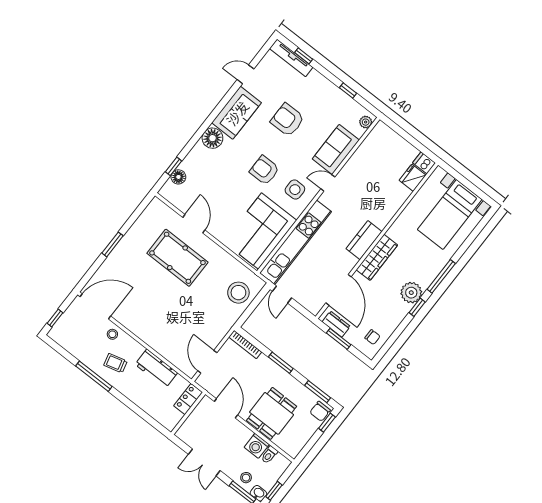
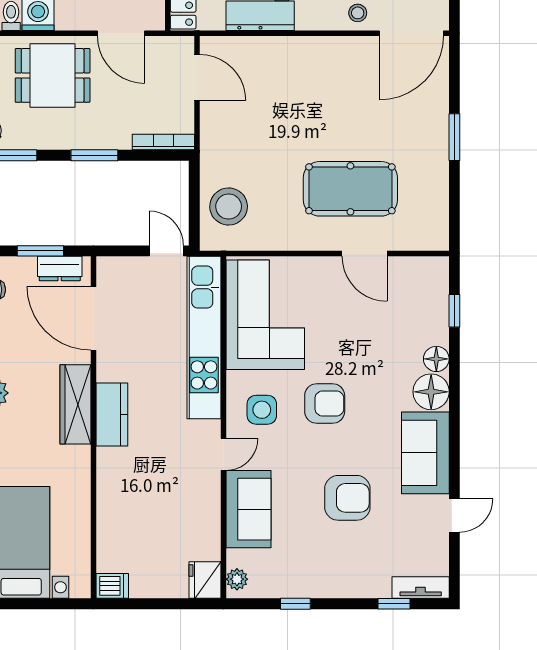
tv unit: (291, 58) -> (421, 588), width x0.71
floor lamp: (178, 177) -> (436, 359), moved
fridge: (413, 178) -> (205, 580), moved, turned 180
dining table: (272, 413) -> (53, 75), turned 90

